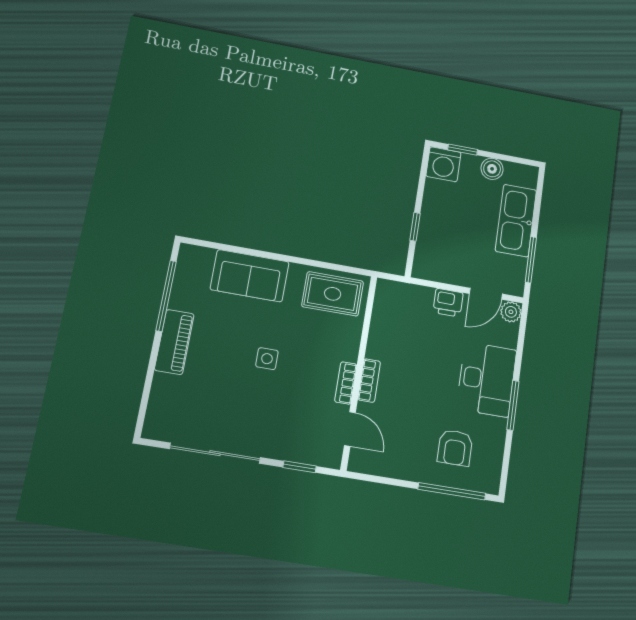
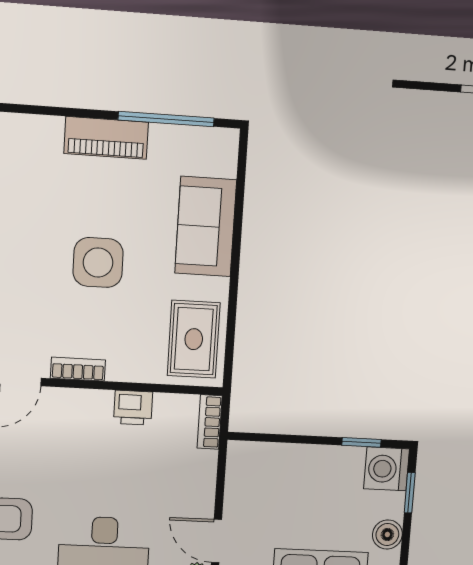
window: (415, 227) -> (362, 442), moved
printer: (448, 303) -> (133, 408), moved, turned -90
side table: (267, 359) -> (98, 262), width x1.87, depth x1.87
bookcase: (369, 381) -> (210, 422), moved, turned 90

